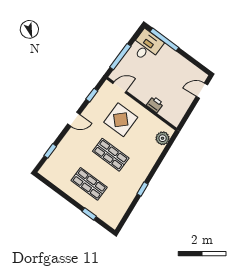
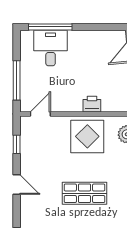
desk: (147, 46) -> (51, 48), moved
door: (74, 119) -> (17, 185), hinge flipped
display table: (121, 120) -> (87, 136), moved

